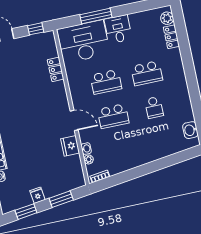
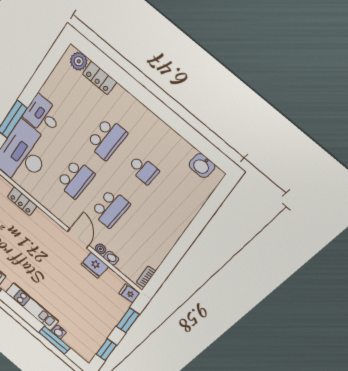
door: (74, 120) -> (78, 239), hinge flipped
plant: (89, 159) -> (101, 249), moved
fridge: (37, 195) -> (129, 293), moved

